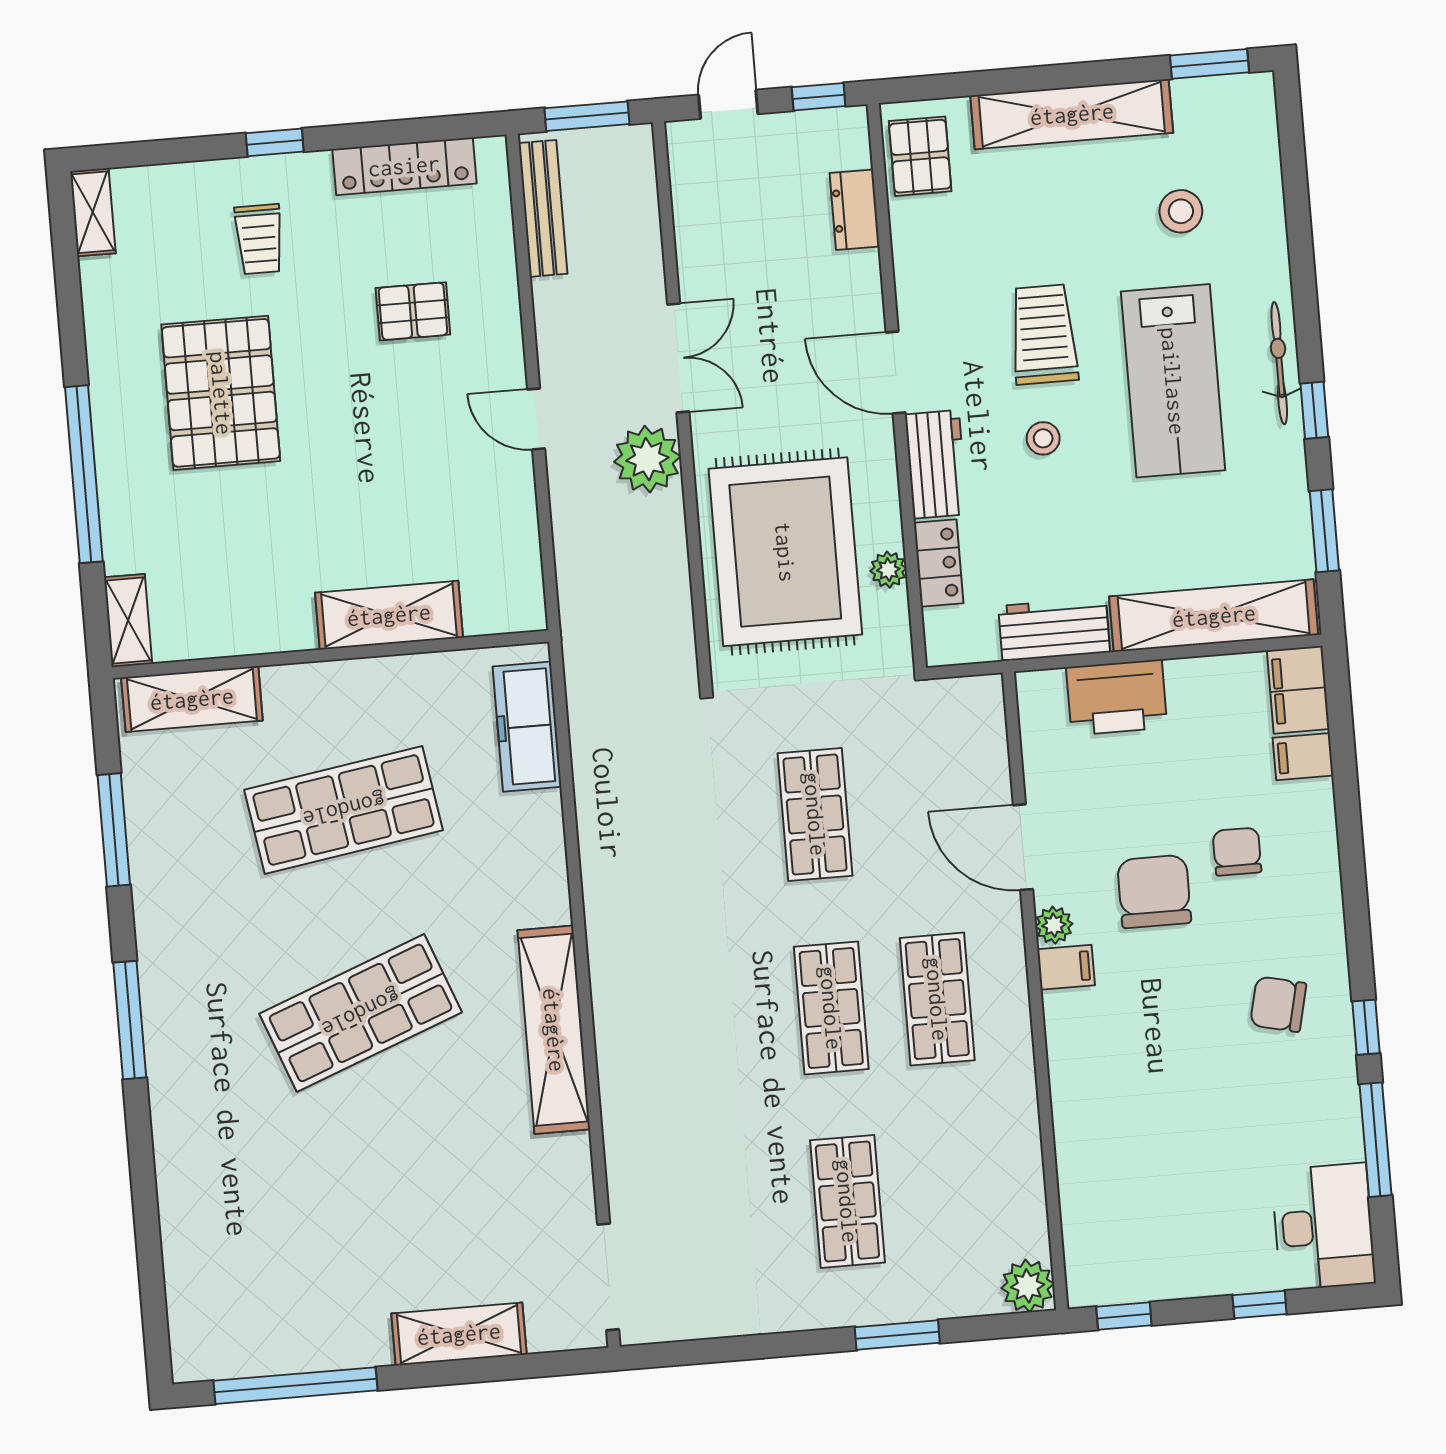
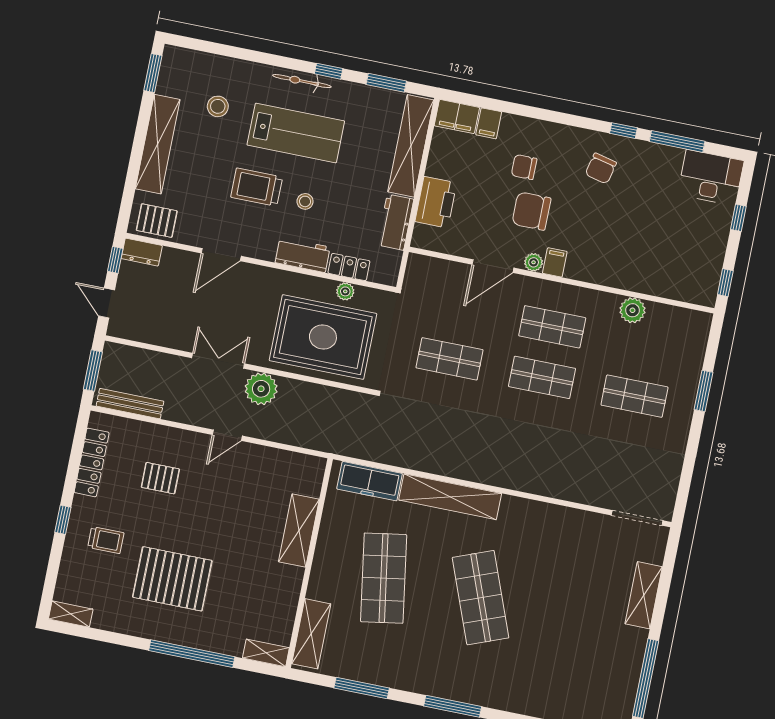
dresser: (855, 210) -> (142, 252), moved
pallet: (413, 311) -> (160, 478), turned 90
door: (896, 372) -> (221, 255), moved
shelving: (554, 1030) -> (450, 497), moved
plant: (1028, 1286) -> (632, 310), moved

